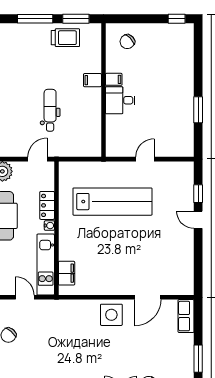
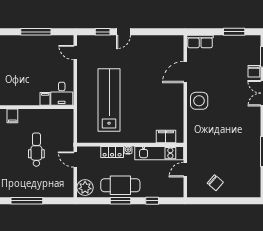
filing cabinet: (114, 79) -> (45, 99), moved
desk: (120, 100) -> (62, 94), moved
dental chair: (50, 110) -> (36, 150), turned 90
window: (198, 110) -> (36, 32), width x1.44
door: (145, 159) -> (75, 53), moved
door: (148, 297) -> (185, 72), swing flipped

